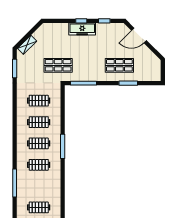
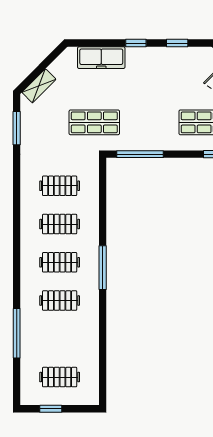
freezer: (82, 29) -> (101, 58), moved

